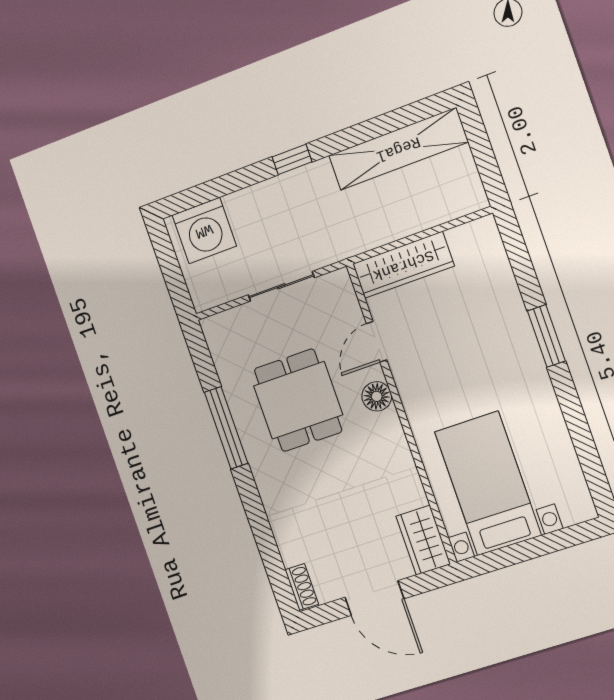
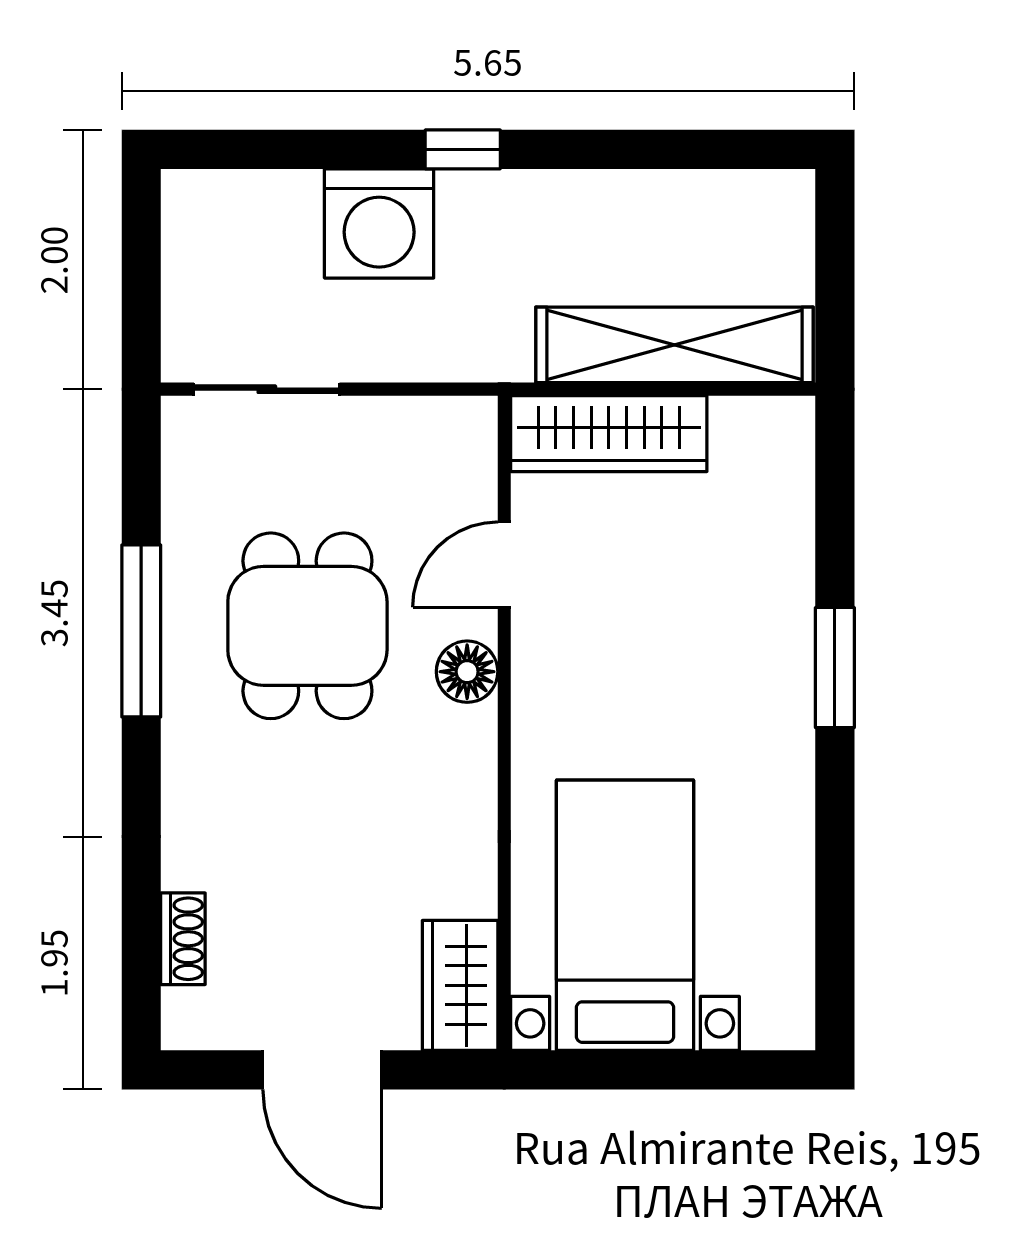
shelving: (398, 149) -> (675, 345), moved
washing machine: (204, 231) -> (379, 223), moved
sliding door: (281, 286) -> (267, 389), moved
shoe rack: (302, 587) -> (183, 939), moved

